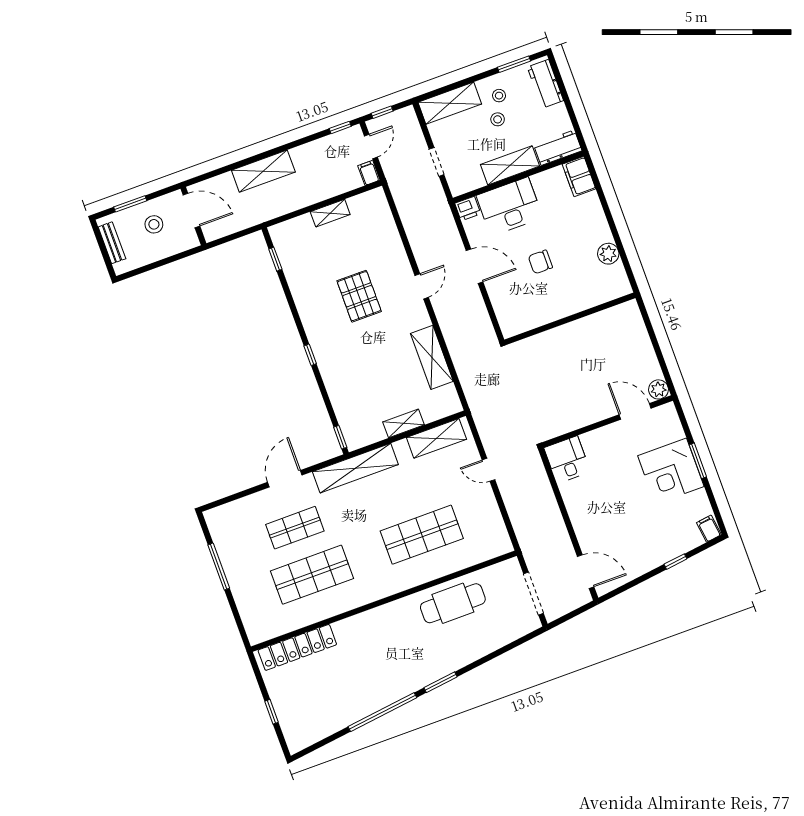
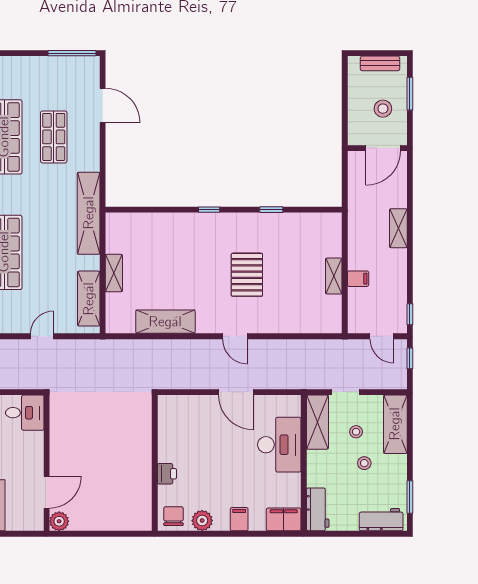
stool: (499, 96) -> (356, 432), moved
shelving: (510, 165) -> (317, 422), moved
shelving: (263, 171) -> (398, 228), width x0.67, depth x0.75
filing cabinet: (369, 173) -> (358, 279), moved
printer: (468, 209) -> (167, 474), moved, turned 180
filing cabinet: (594, 219) -> (239, 519), added
window: (275, 259) -> (271, 210), moved
chair: (540, 262) -> (174, 516), moved
door: (475, 266) -> (236, 392), hinge flipped
pallet: (359, 296) -> (247, 275), turned 90
window: (340, 437) -> (122, 210), removed
door: (285, 479) -> (103, 105), moved
window: (219, 566) -> (72, 53), moved

